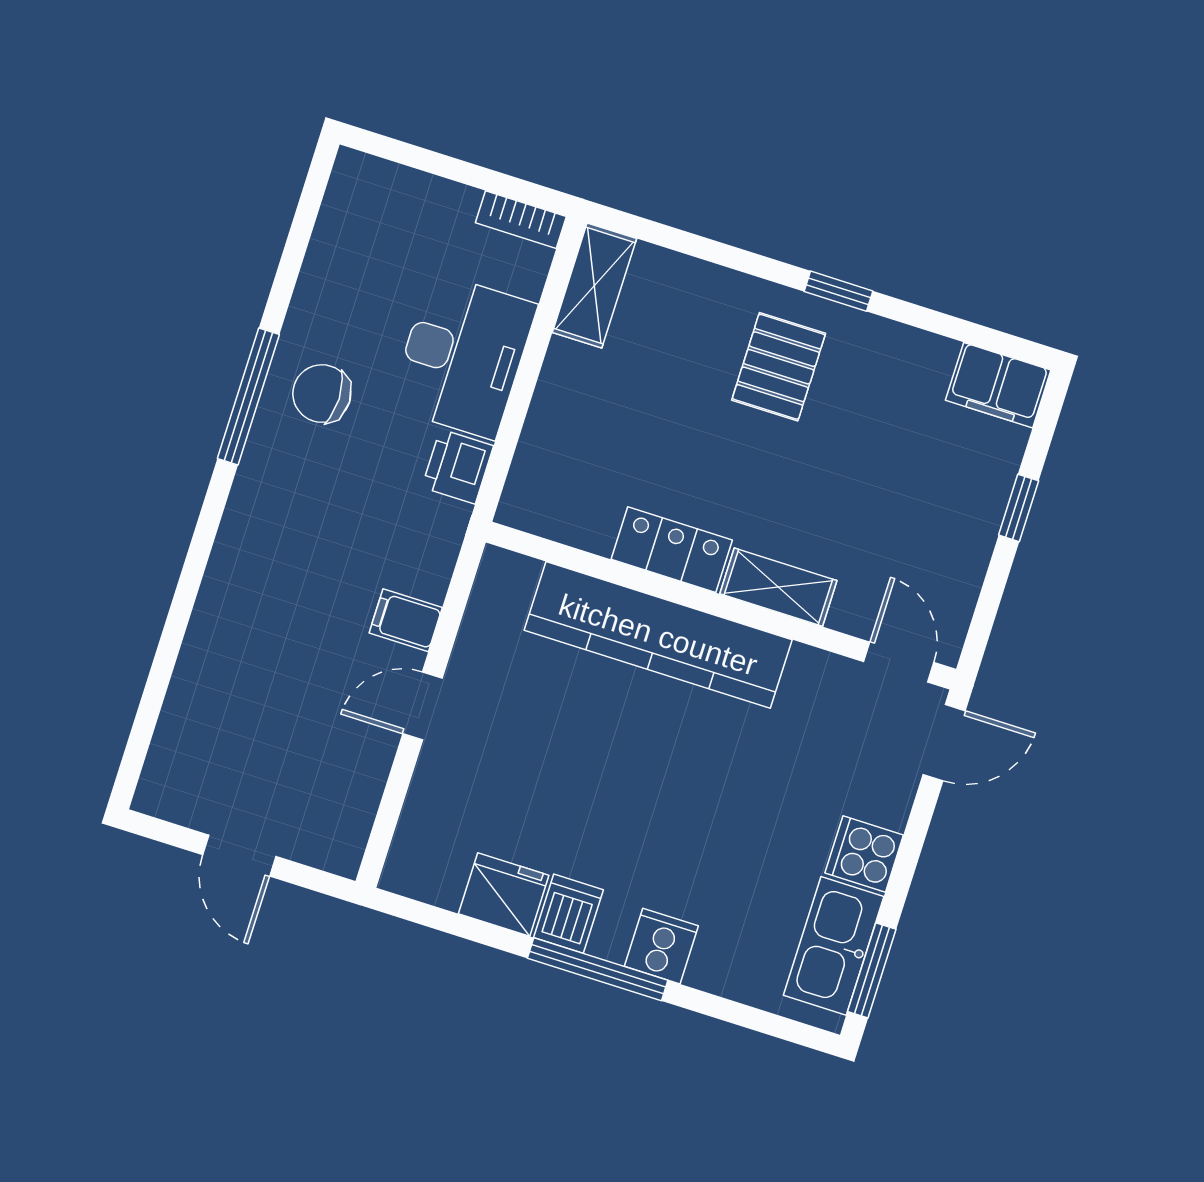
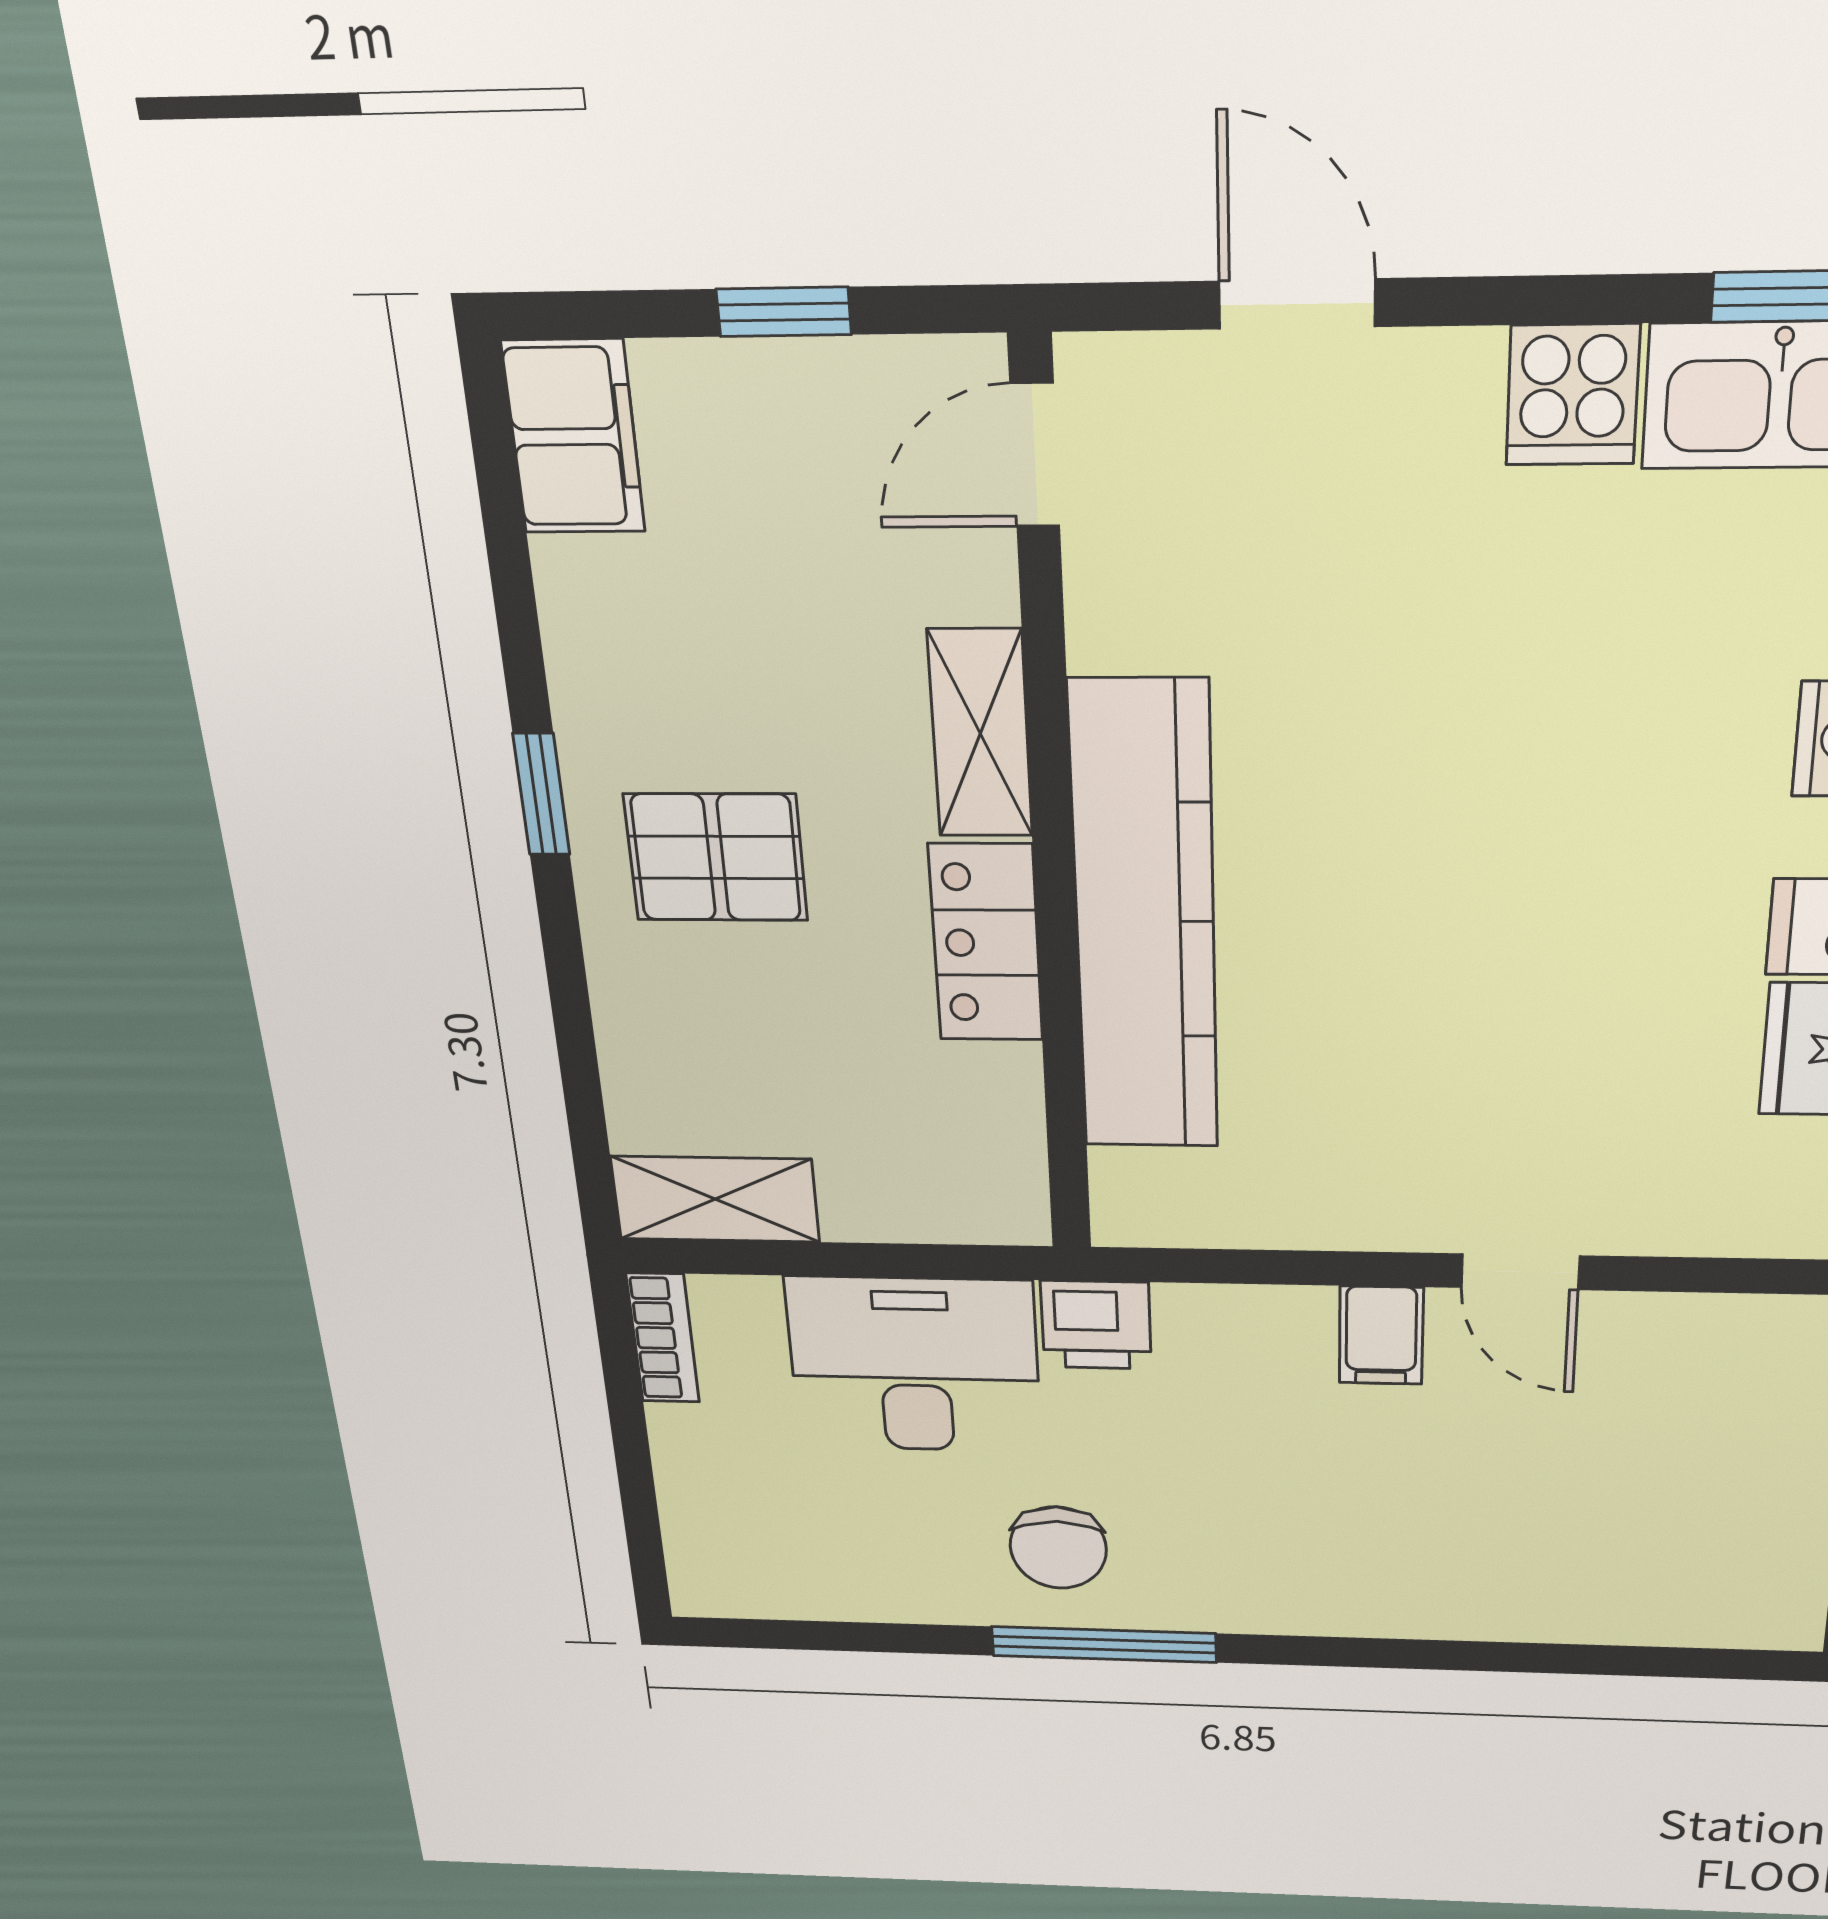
locker: (672, 550) -> (986, 943), moved
shelving: (778, 587) -> (980, 734), moved
wall: (721, 606) -> (1052, 827), moved
kitchen counter: (658, 635) -> (1145, 921), moved
door: (899, 662) -> (1035, 455), moved

